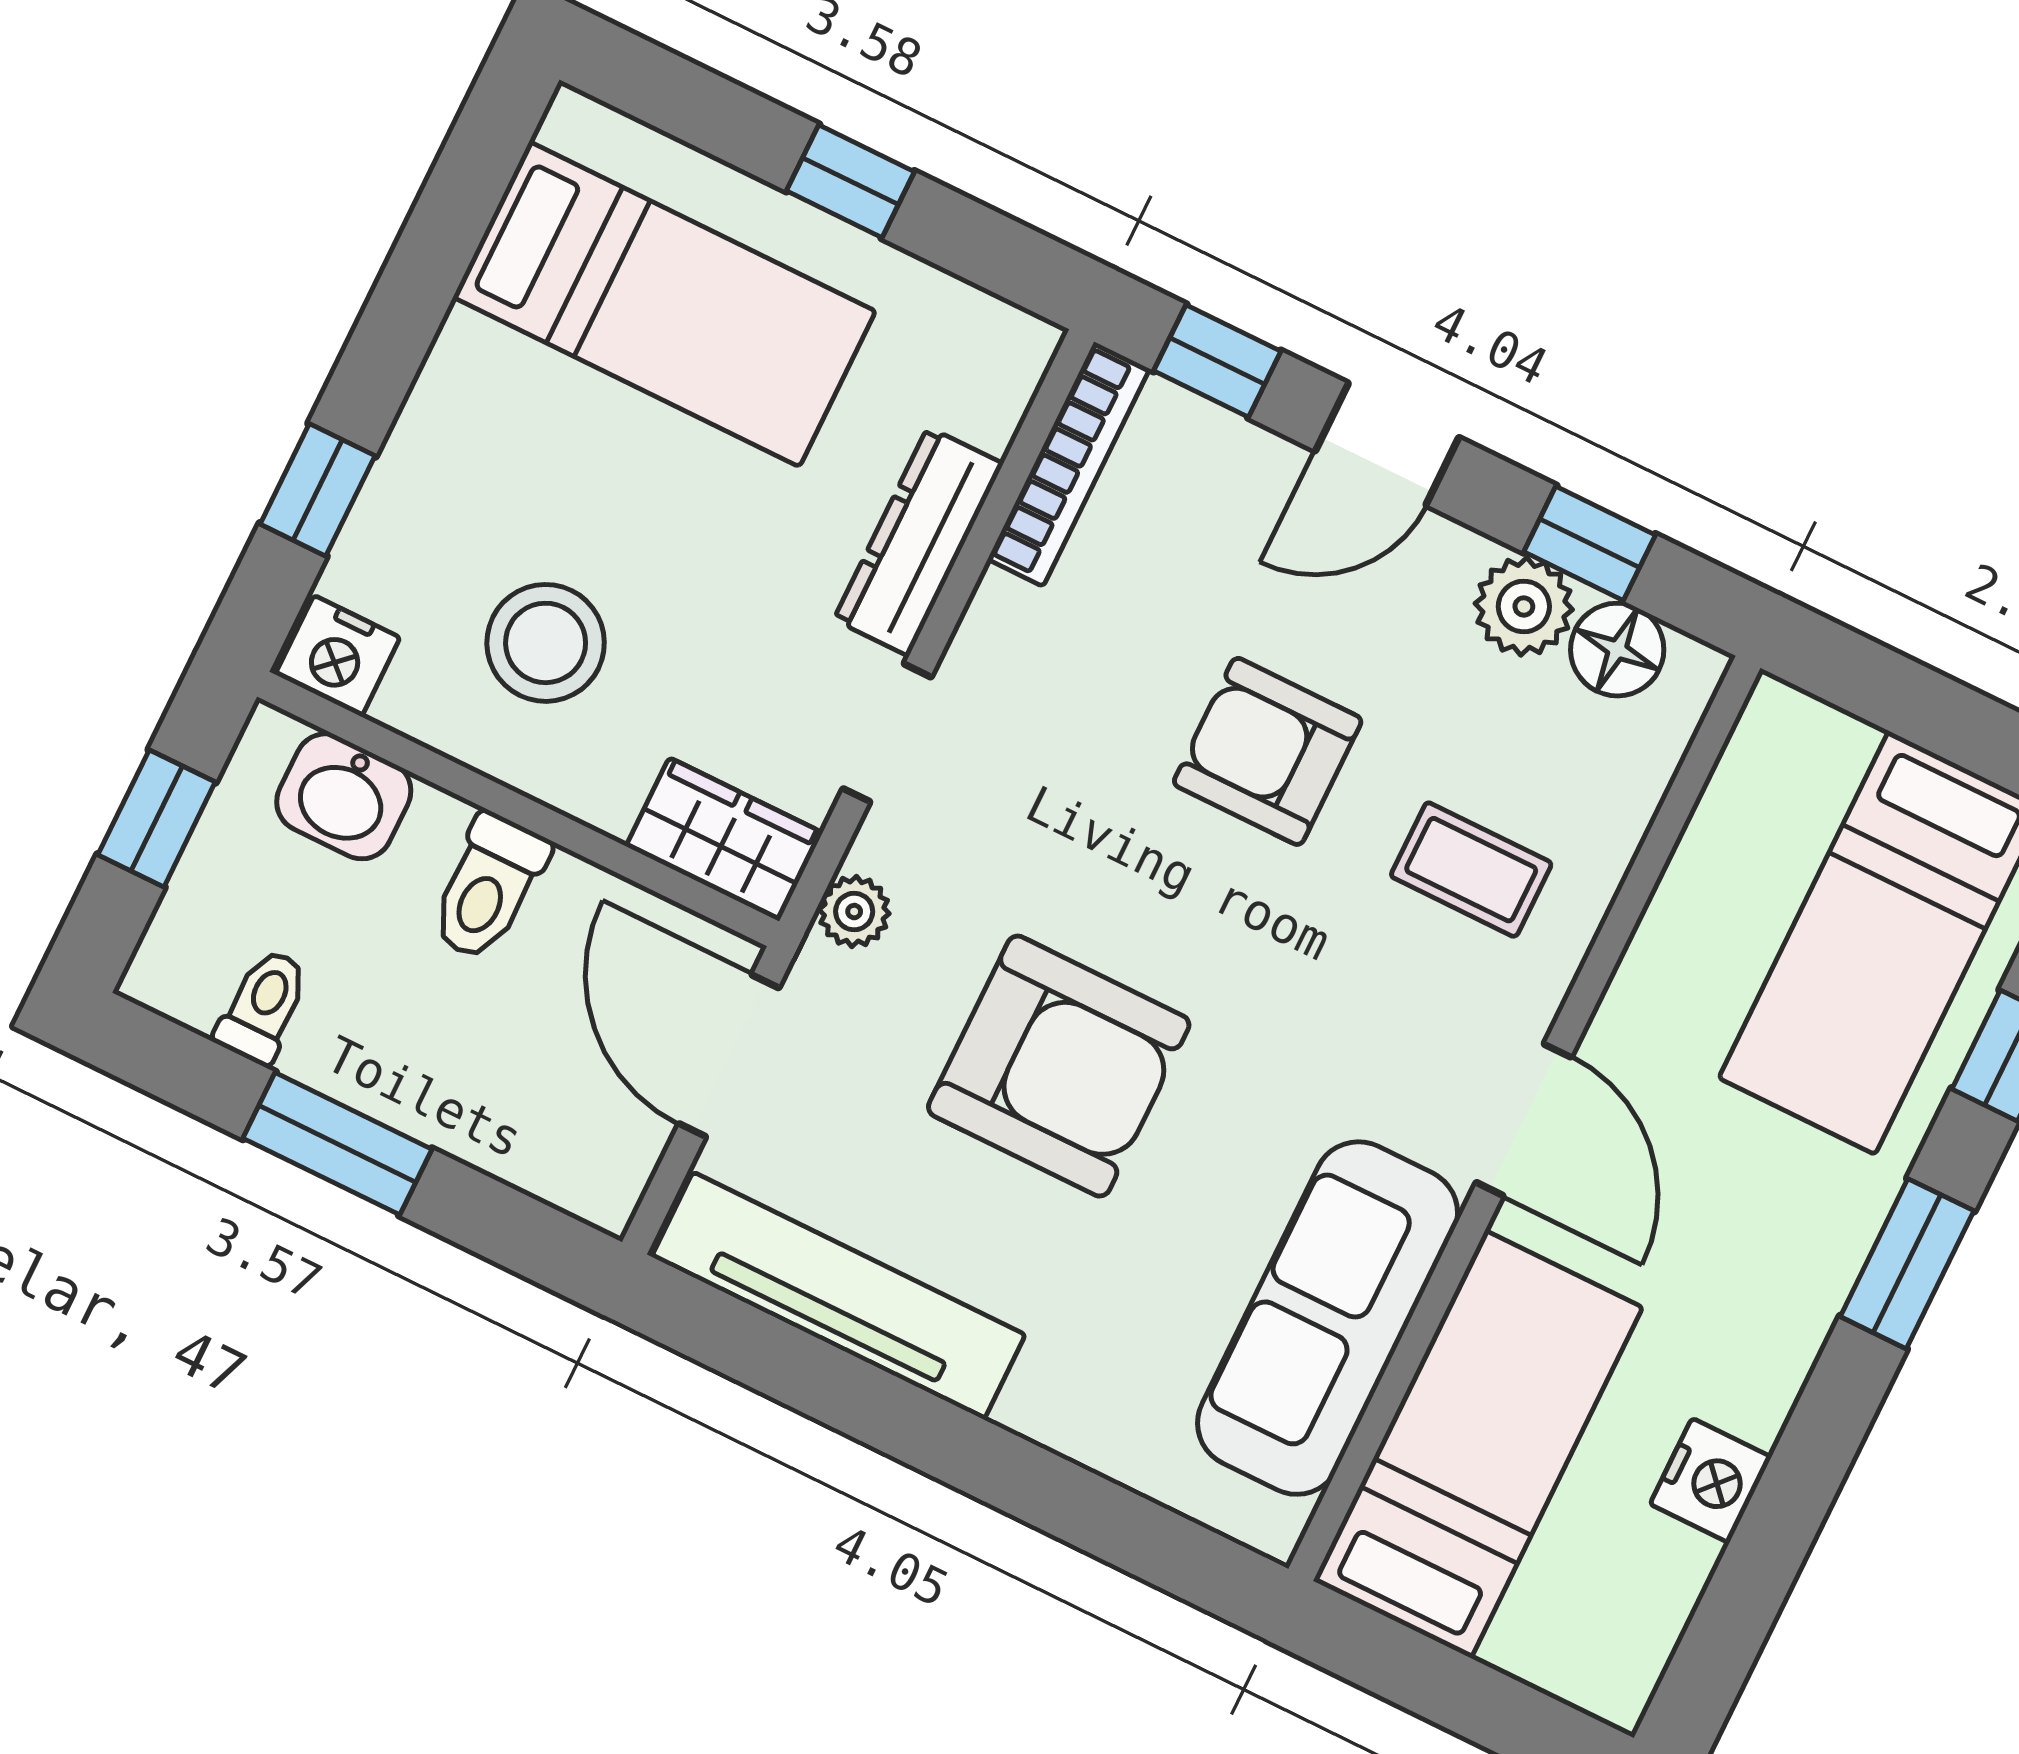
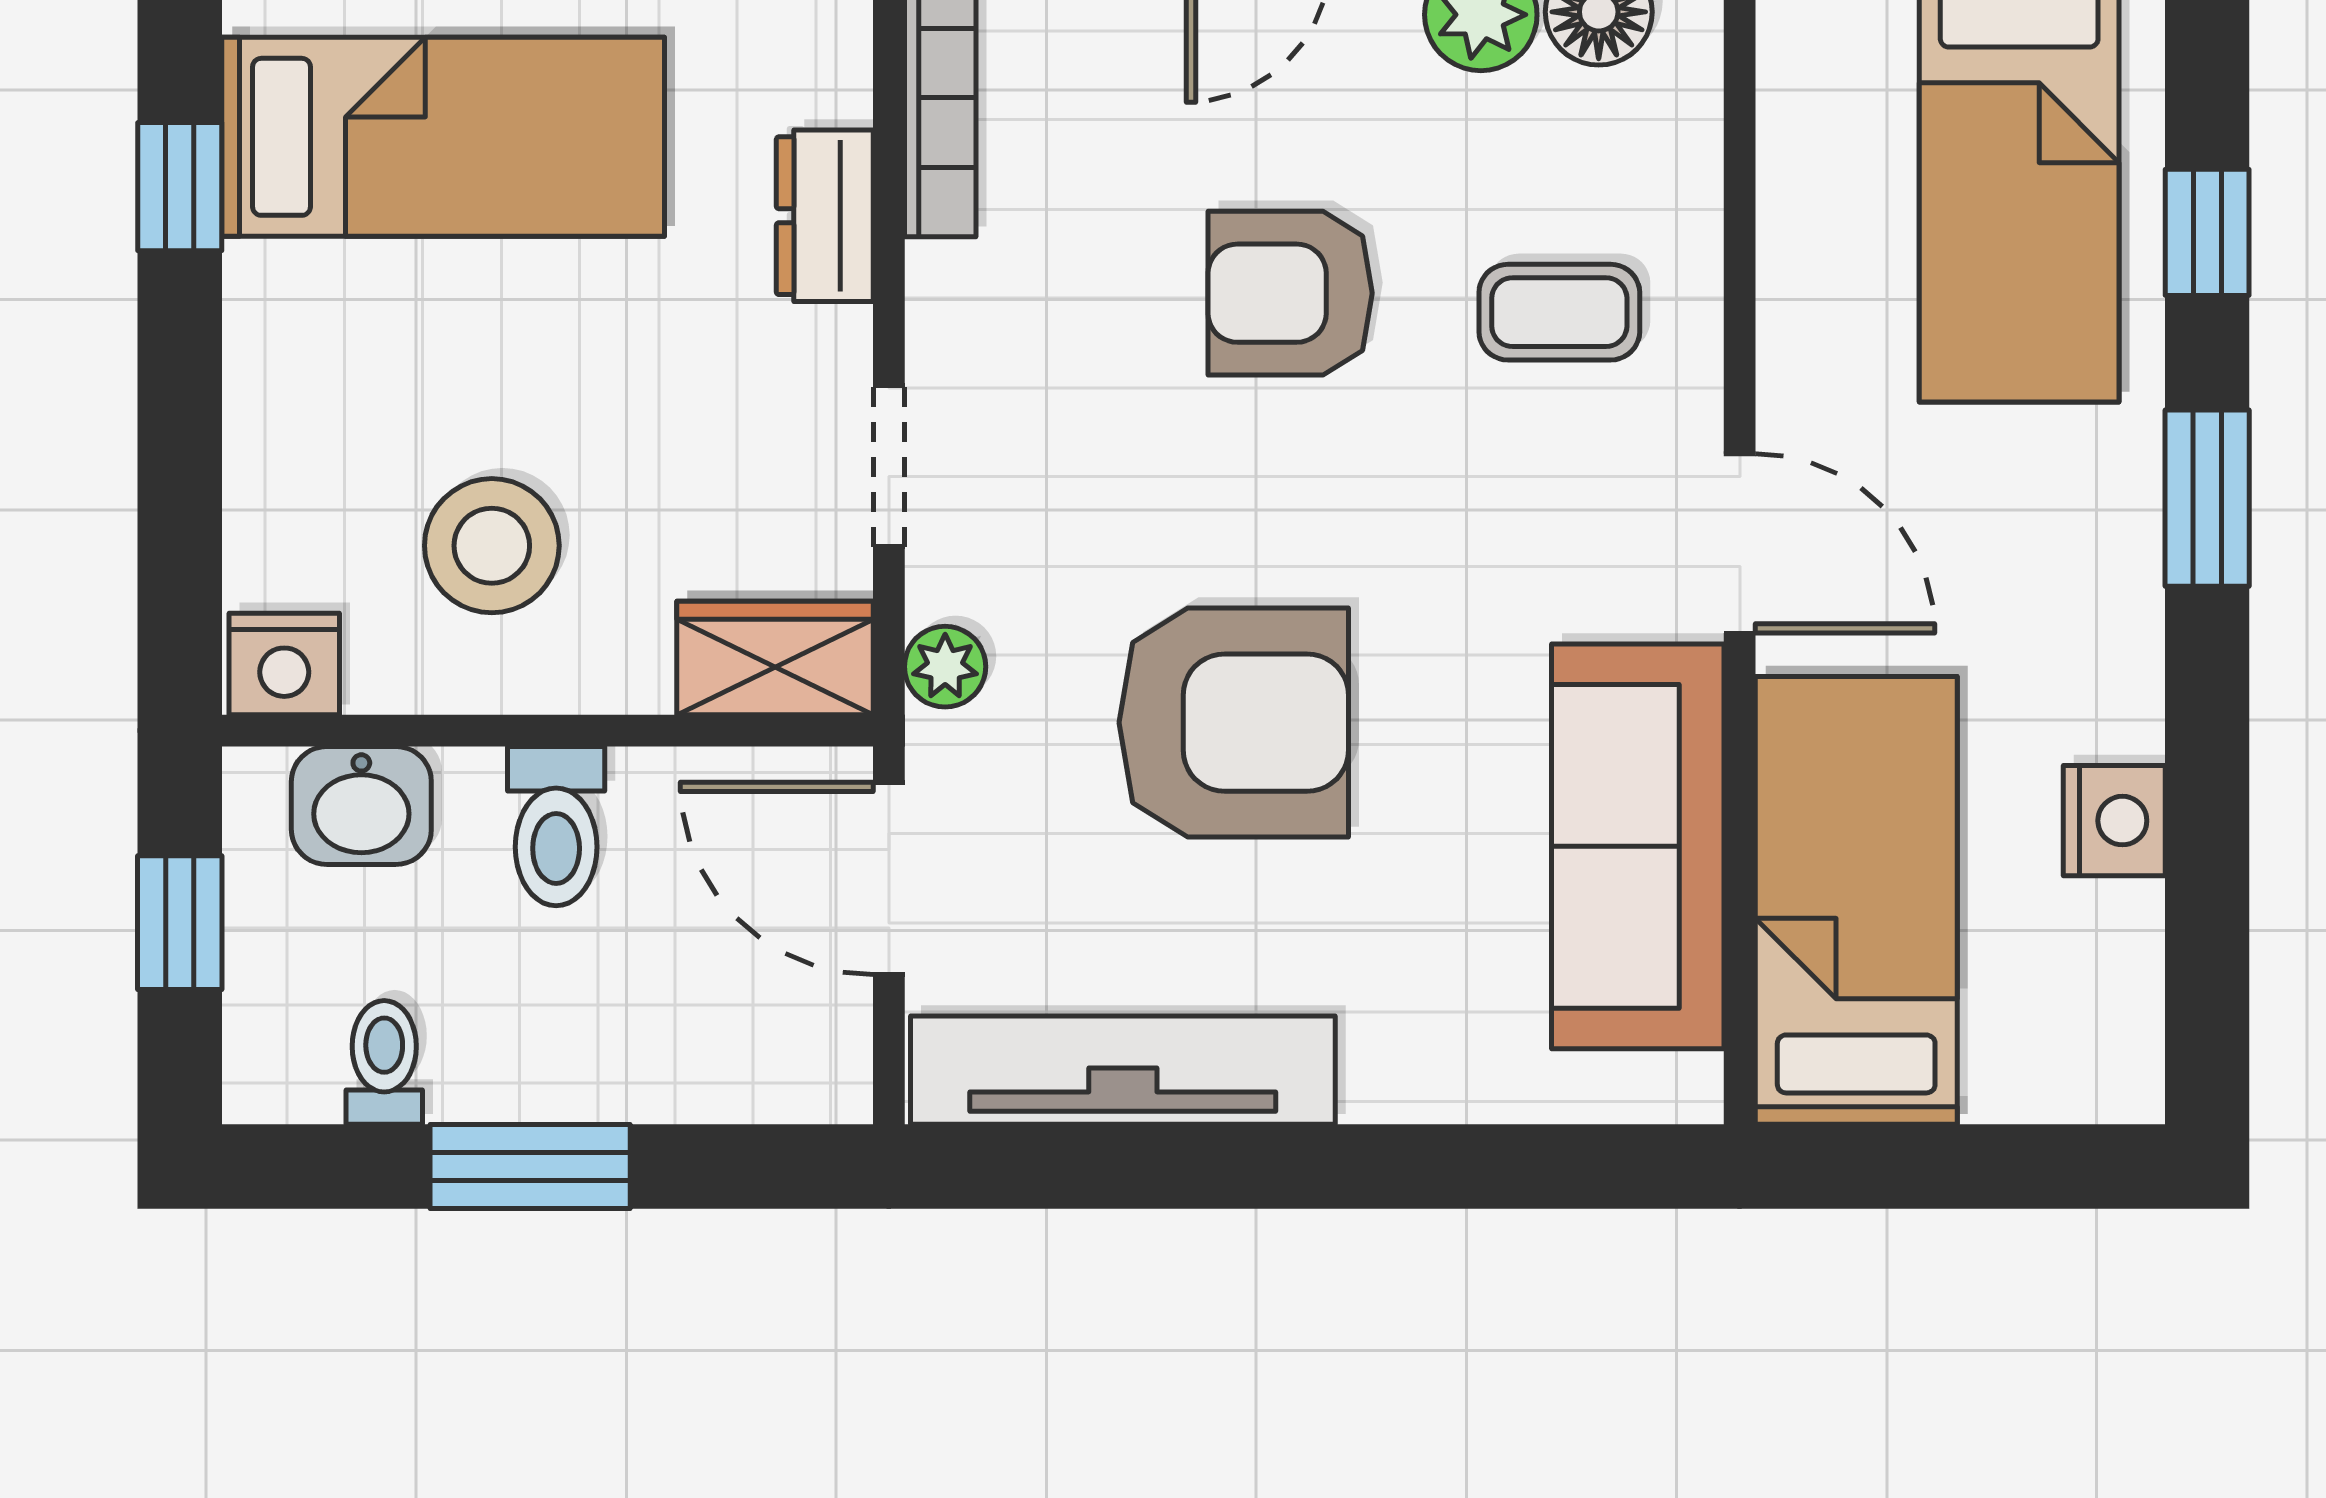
window: (318, 490) -> (180, 187), moved
dresser: (918, 542) -> (825, 216), width x0.70

